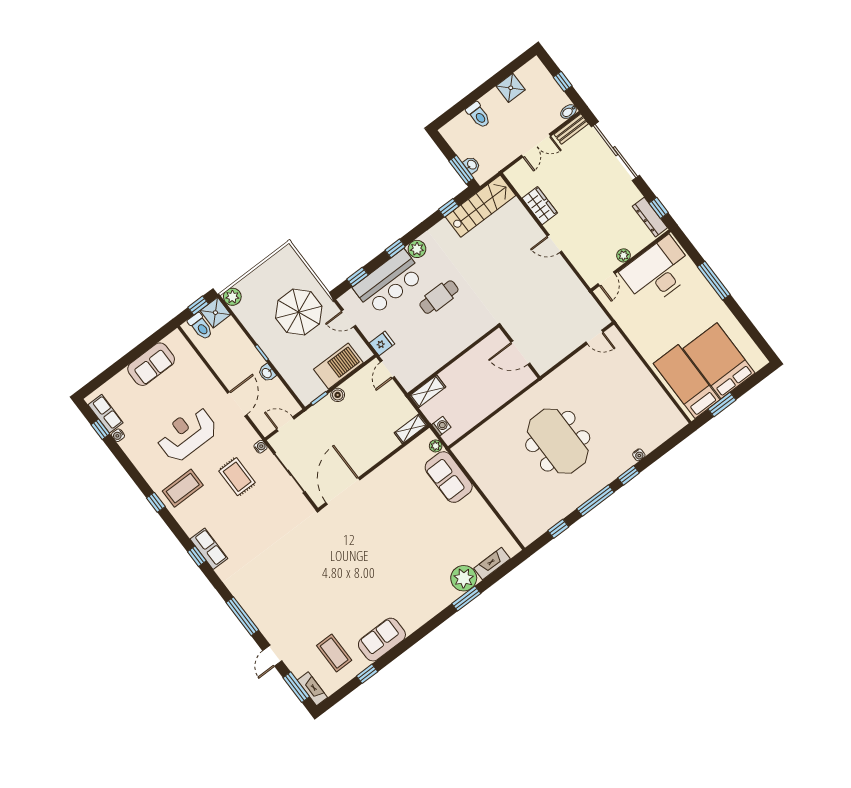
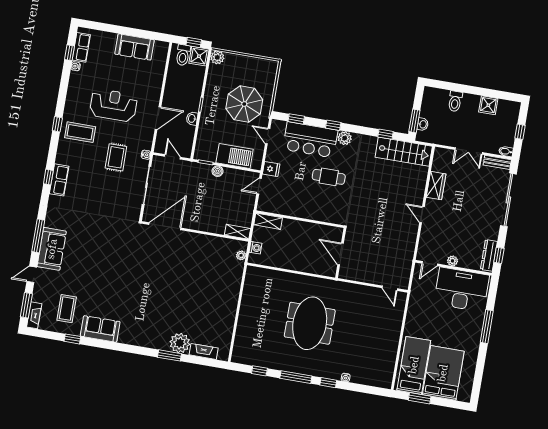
sofa: (449, 477) -> (52, 249), moved, turned 180

